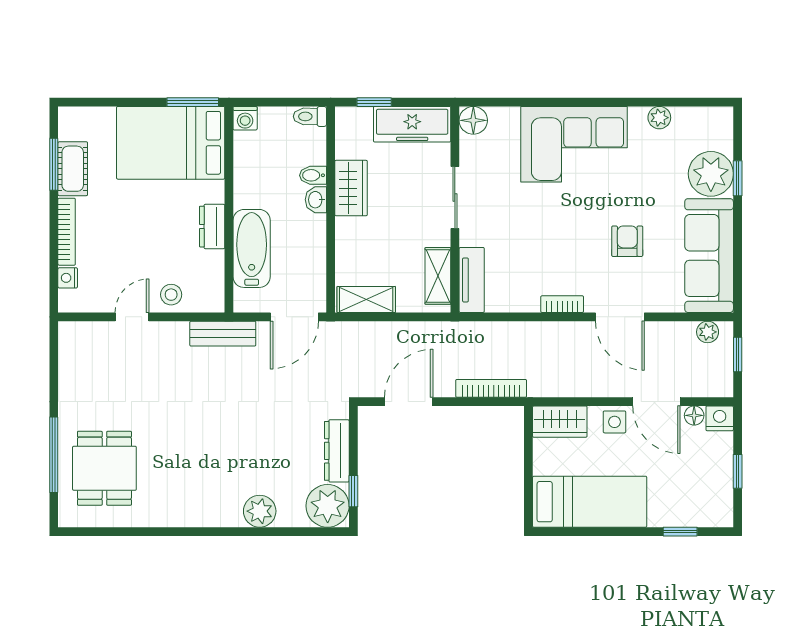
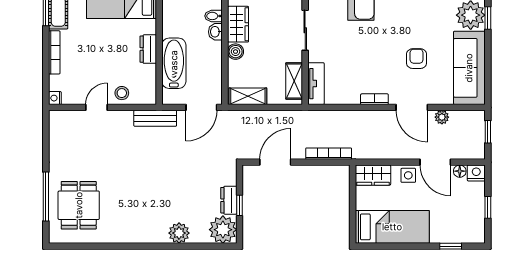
boiler: (347, 230) -> (236, 52), added
nightstand: (68, 278) -> (55, 98), moved
plant: (708, 332) -> (442, 117), moved
dresser: (337, 451) -> (229, 200), width x0.70
window: (353, 491) -> (239, 205), moved

